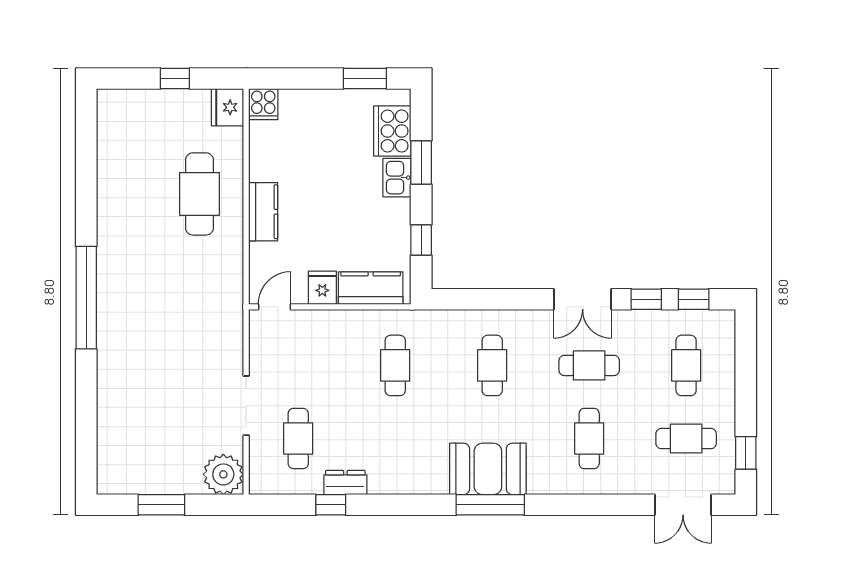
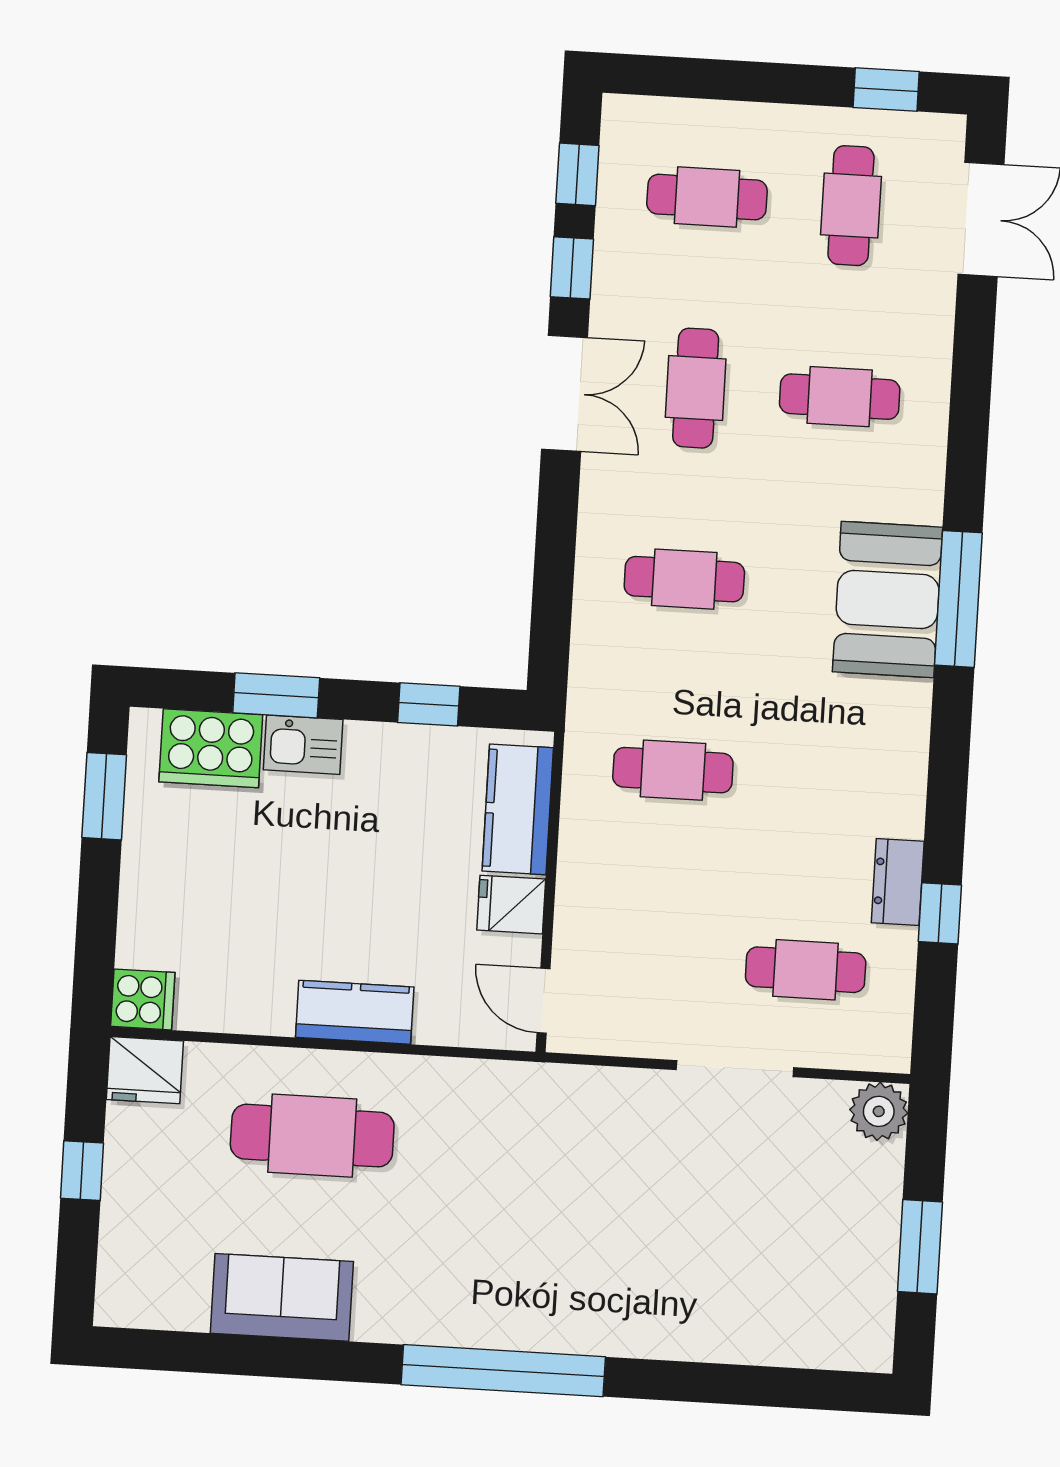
sofa: (117, 183) -> (282, 1297), added
plant: (223, 474) -> (879, 1111), width x0.73, depth x0.73

